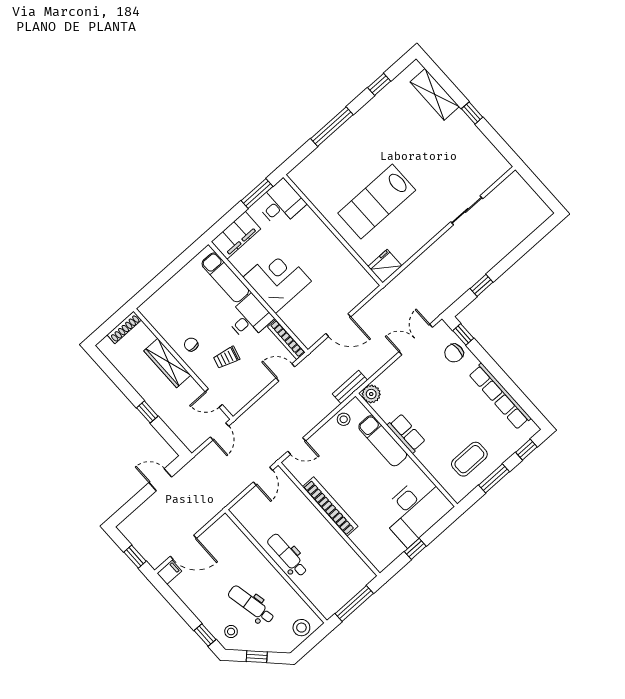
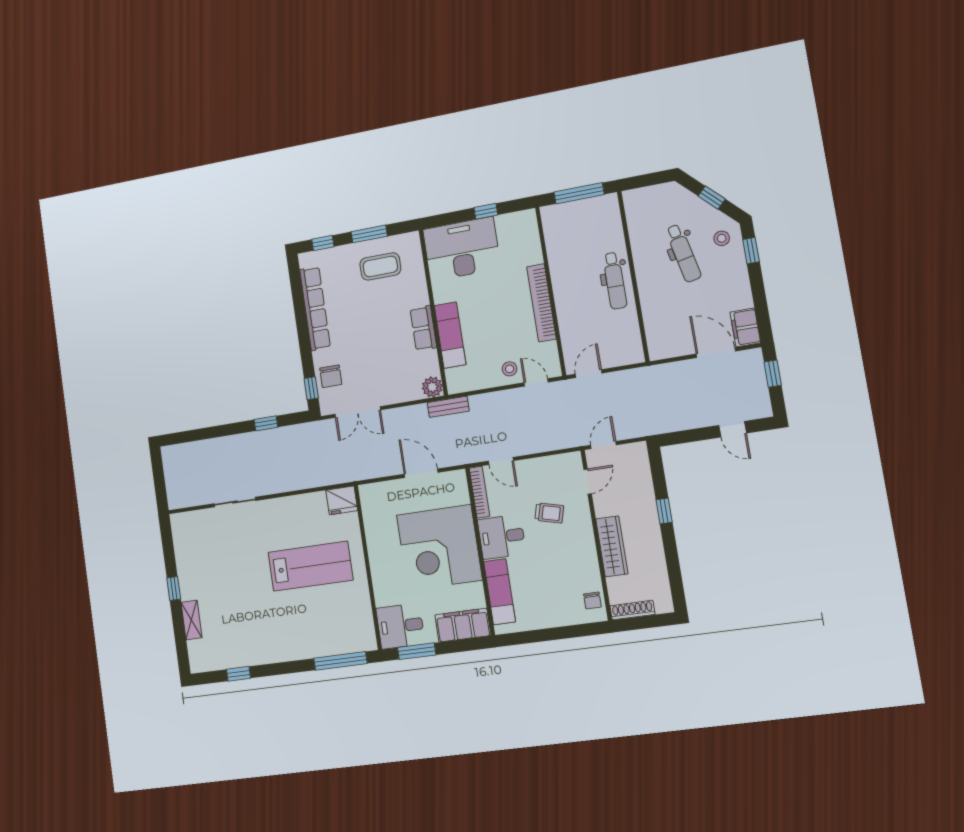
shelving: (435, 94) -> (191, 620), width x0.67, depth x0.75
window: (332, 127) -> (340, 661), moved
corner desk: (277, 279) -> (439, 547), width x1.36, depth x1.36
chair: (191, 344) -> (592, 600), moved
chair: (454, 353) -> (331, 376), turned 90
door: (214, 398) -> (588, 482), hinge flipped
stool: (344, 419) -> (510, 369), moved
door: (160, 480) -> (733, 429), moved
filing cabinet: (169, 572) -> (745, 327), width x2.00
stool: (301, 628) -> (647, 200), removed

